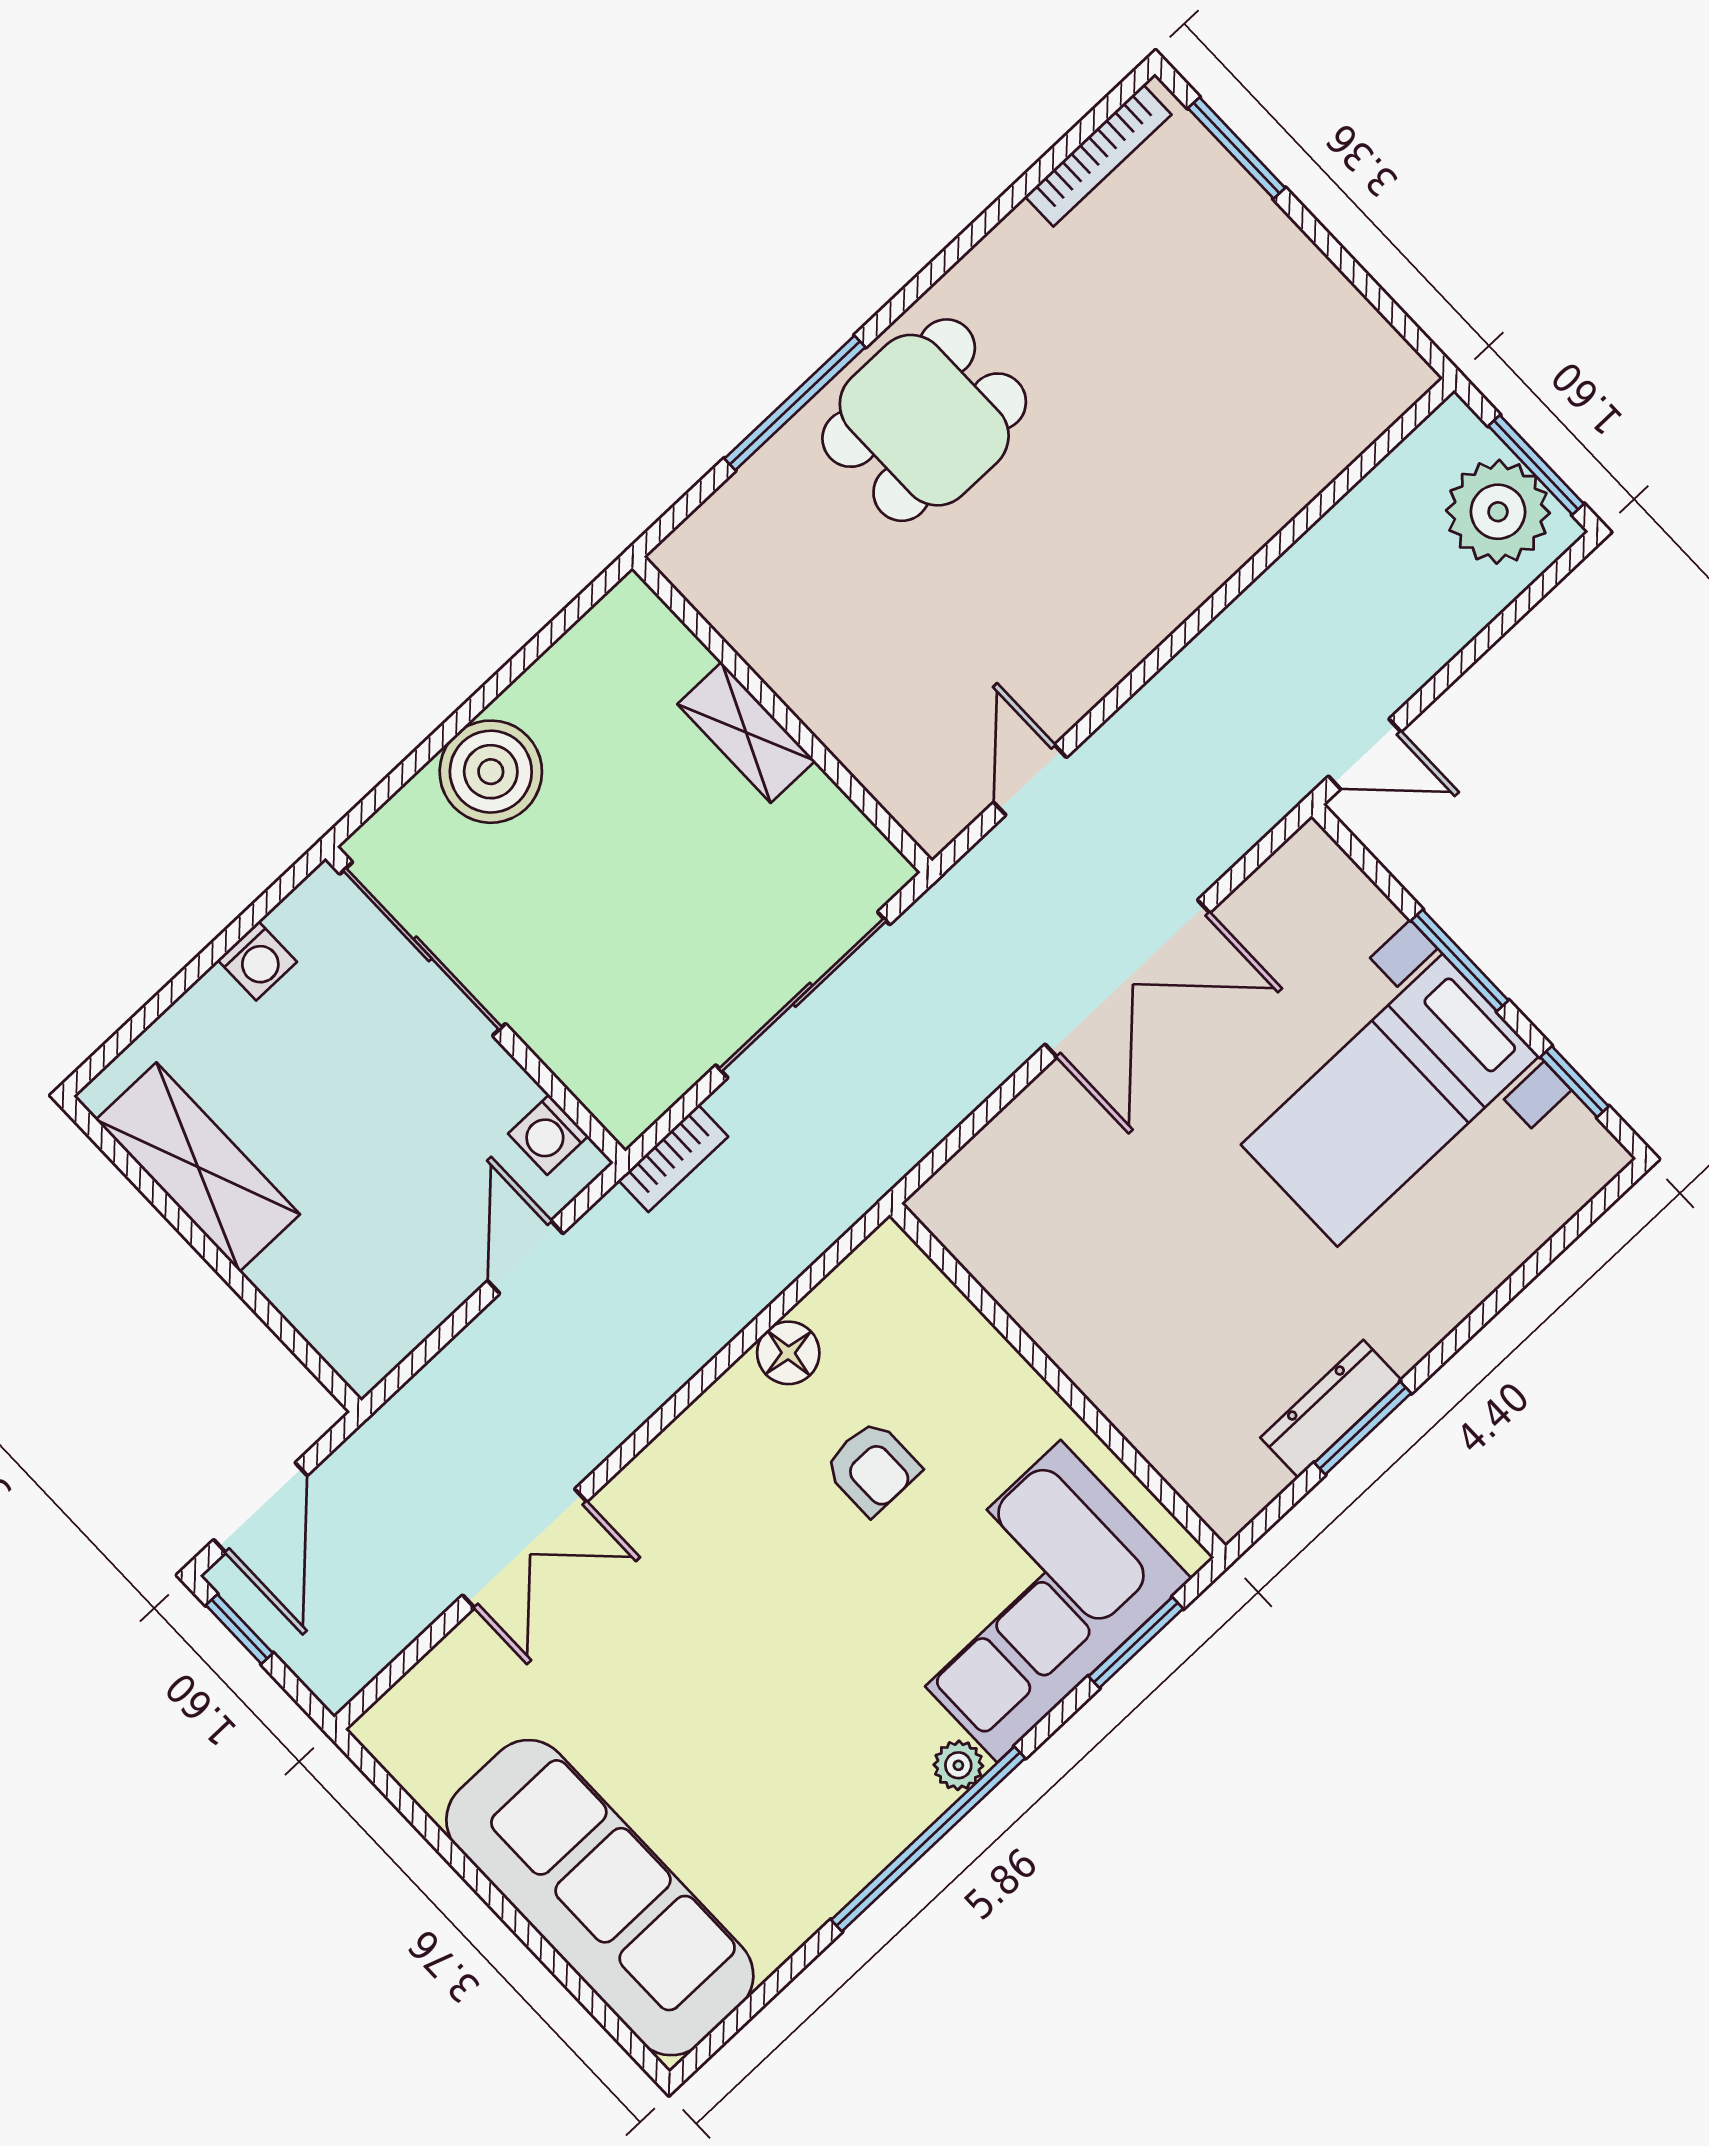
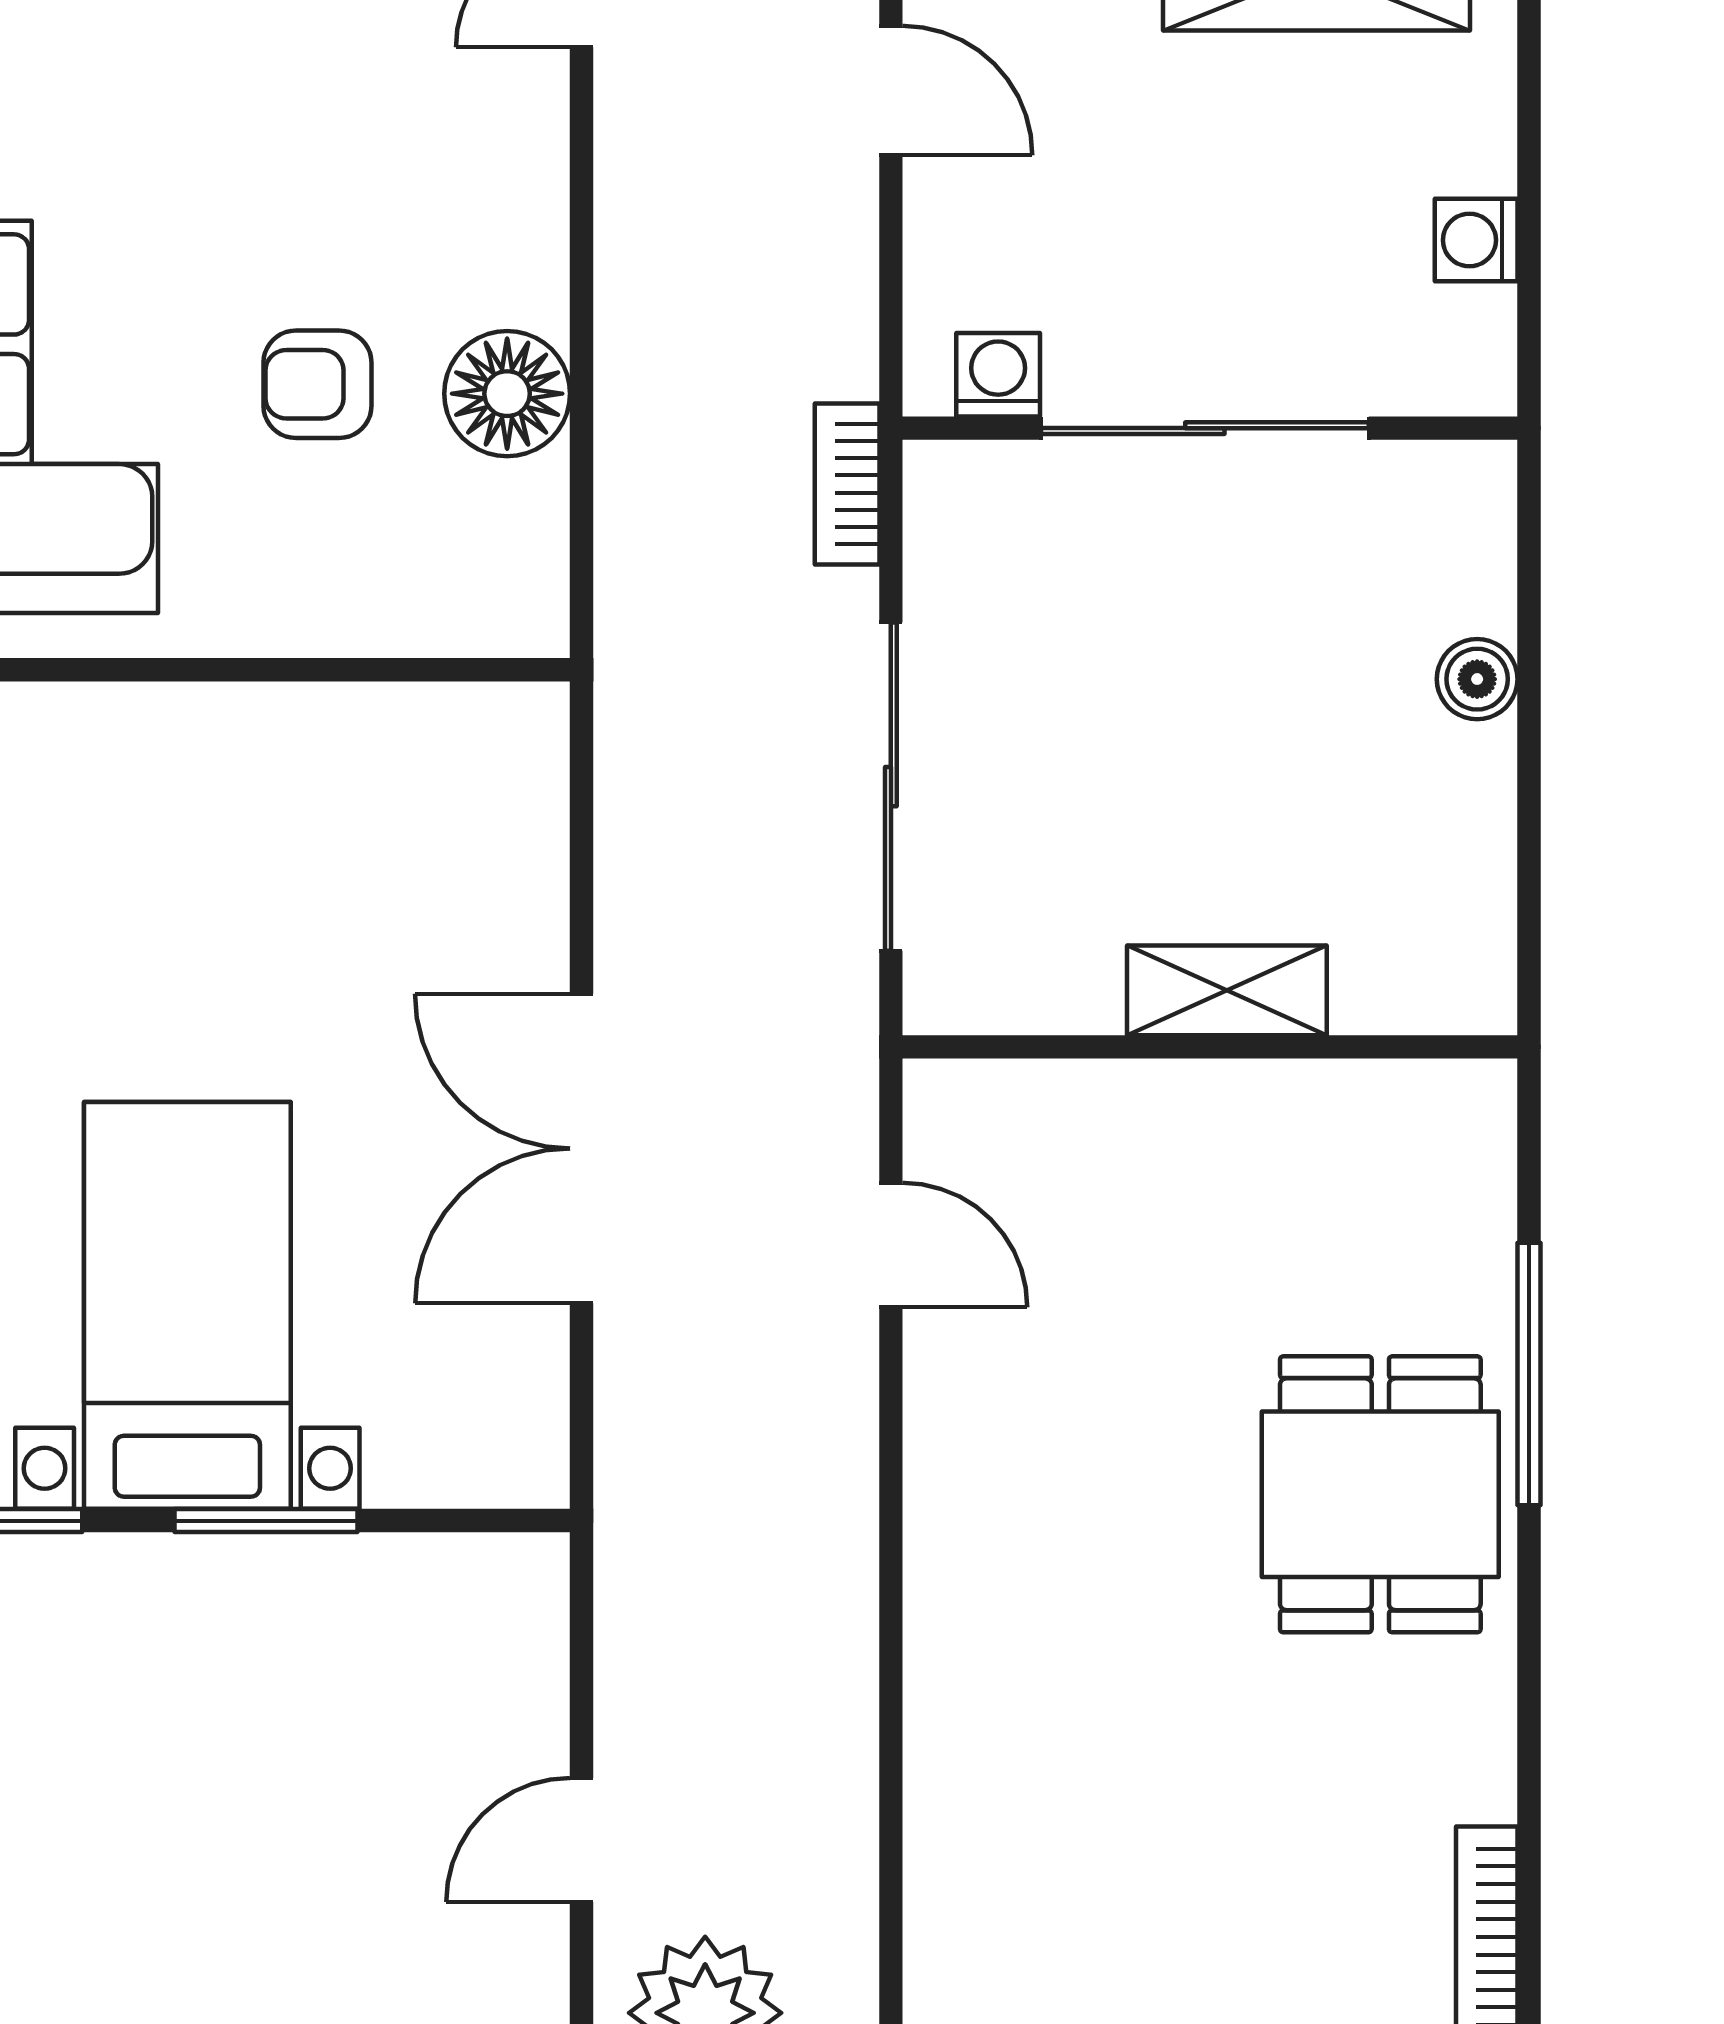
door: (1365, 754) -> (582, 1840), moved
boiler: (491, 772) -> (1477, 679), width x0.54, depth x0.54
sliding door: (423, 949) -> (1205, 428), moved
door: (525, 1257) -> (891, 91), moved
floor lamp: (788, 1353) -> (507, 394), width x1.38, depth x1.38

